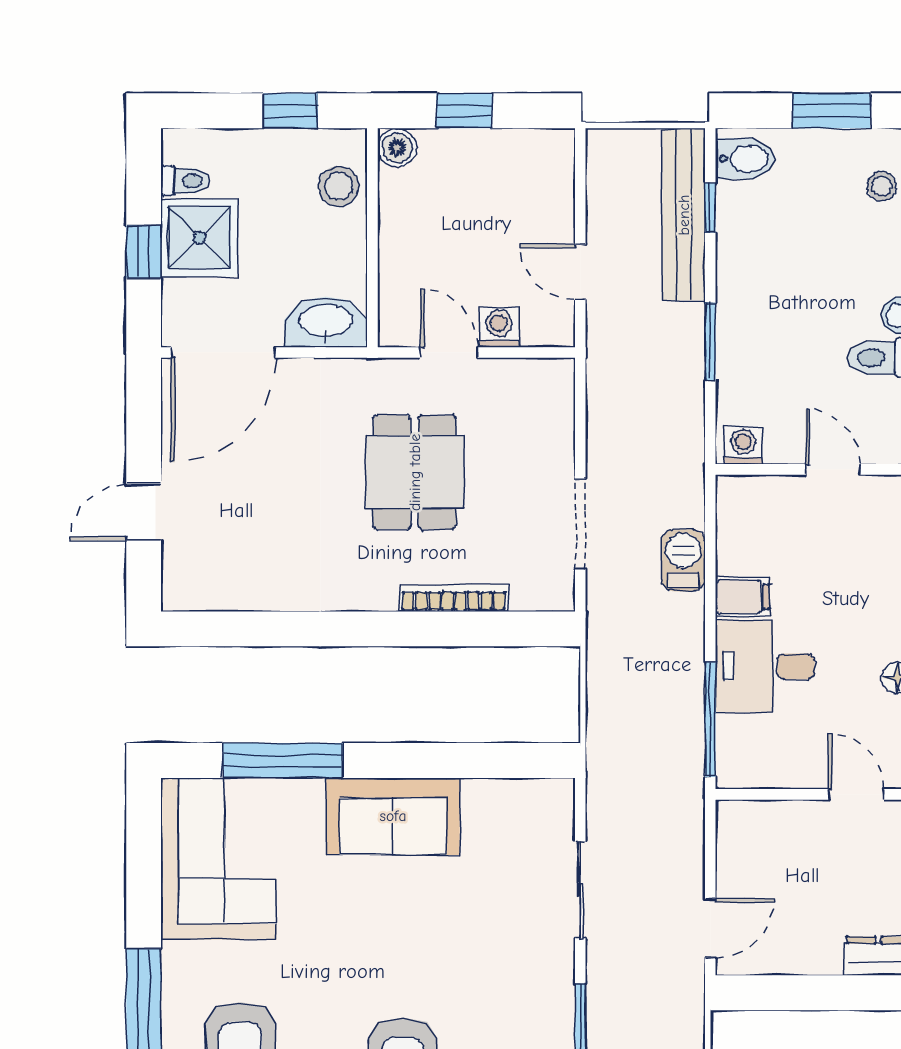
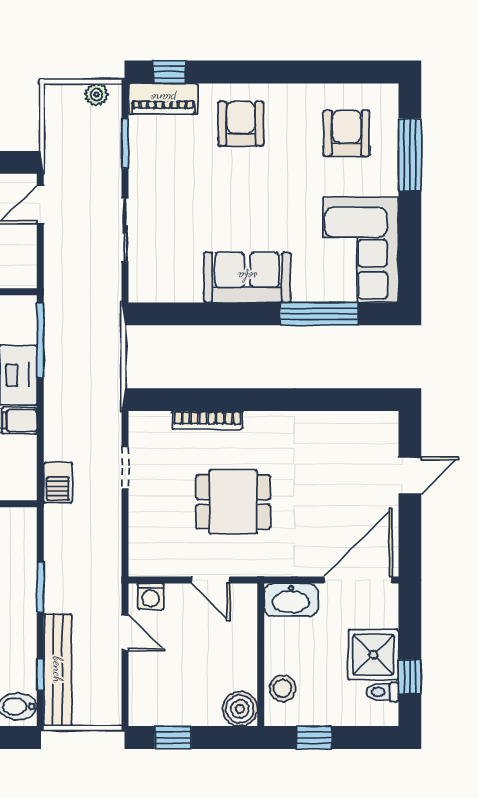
window: (464, 111) -> (173, 738), moved
boiler: (397, 148) -> (240, 709), width x1.36, depth x1.36
window: (144, 252) -> (410, 677), moved
washing machine: (499, 327) -> (151, 596), moved
washing machine: (743, 445) -> (19, 519), removed
dining table: (415, 472) -> (233, 502), turned 90
doorway: (580, 524) -> (125, 468), width x0.73
barbecue: (683, 560) -> (58, 482), moved

